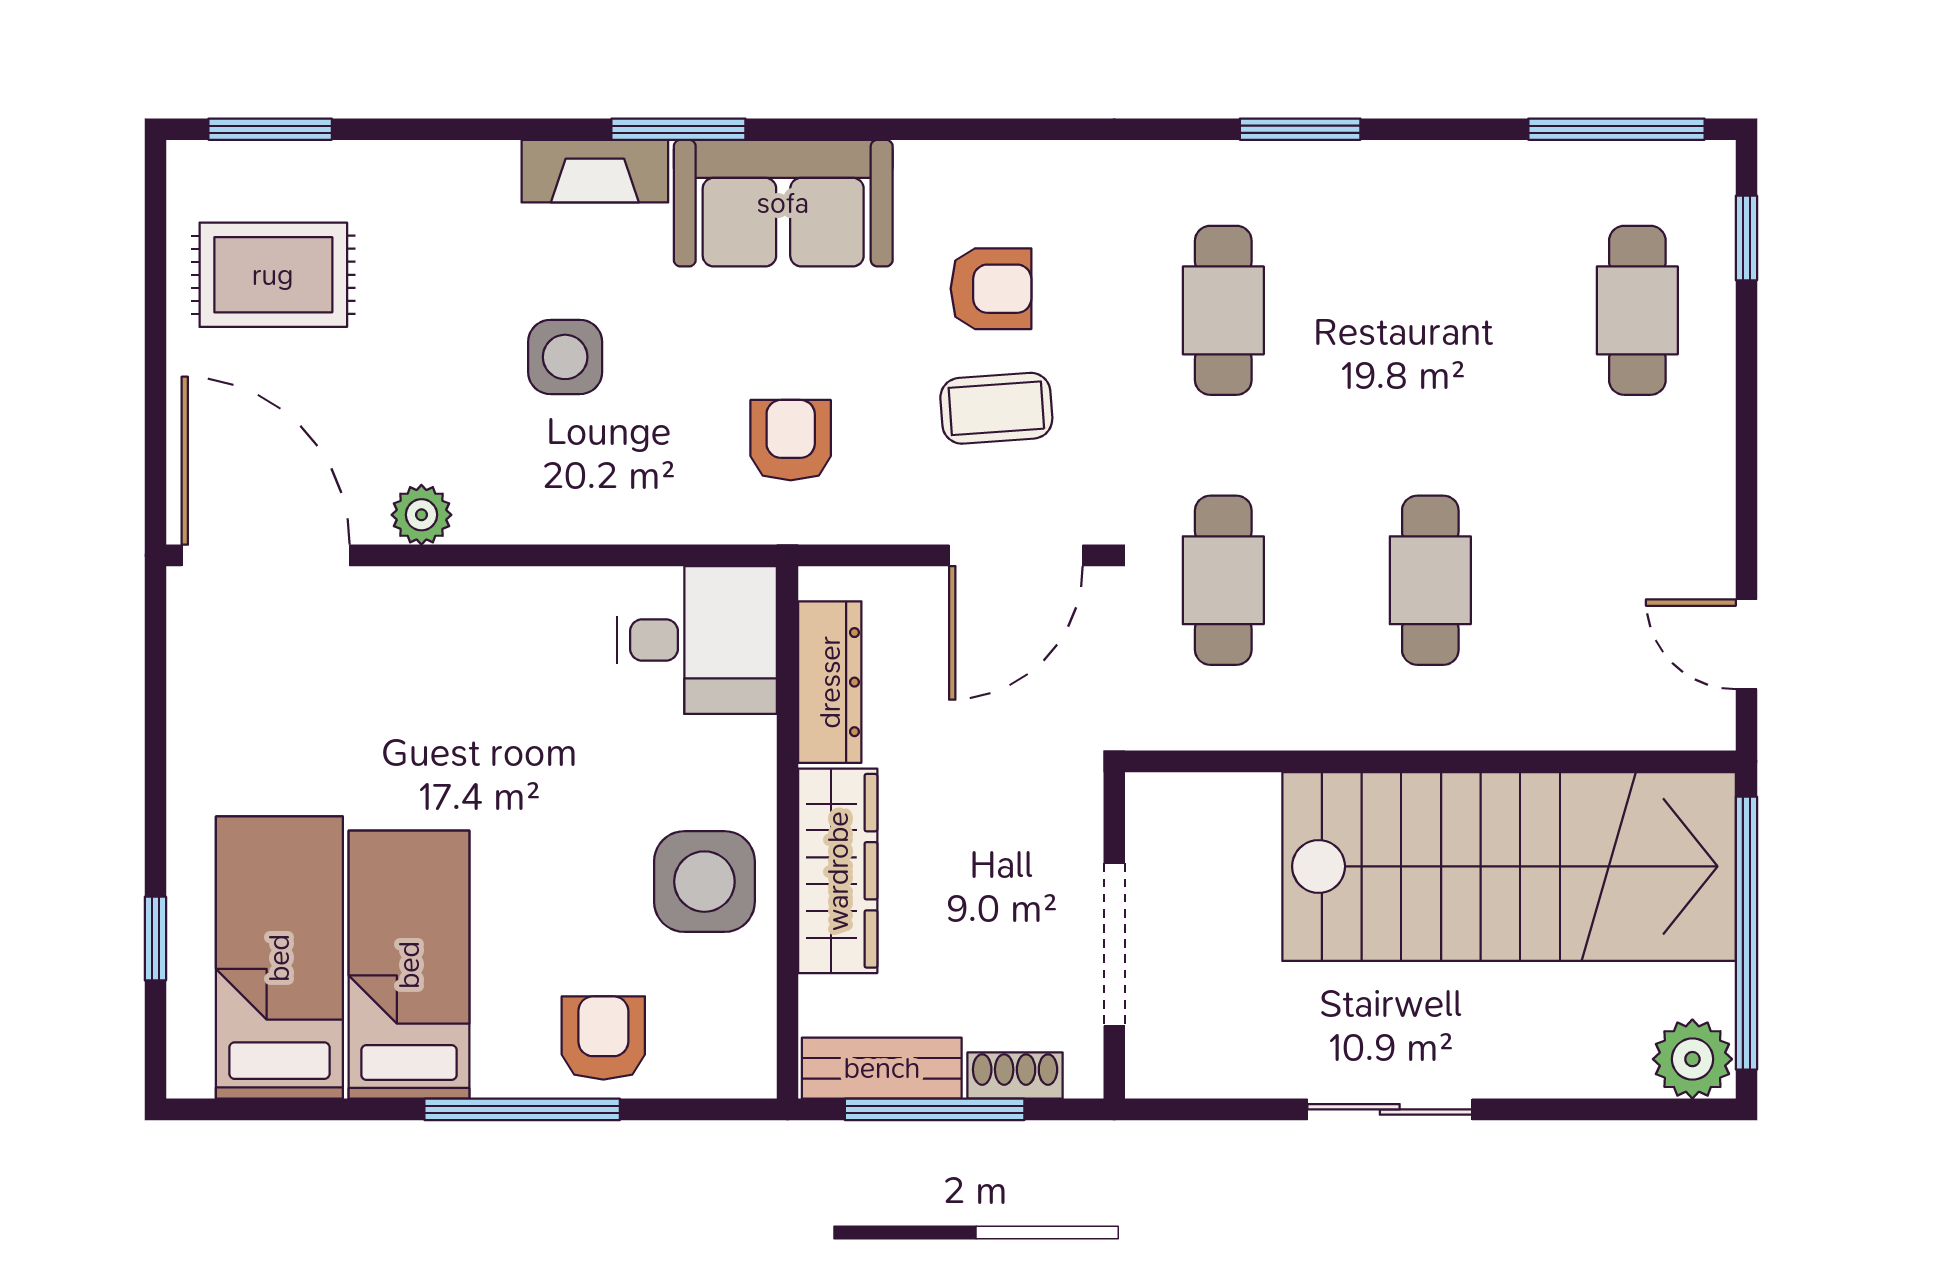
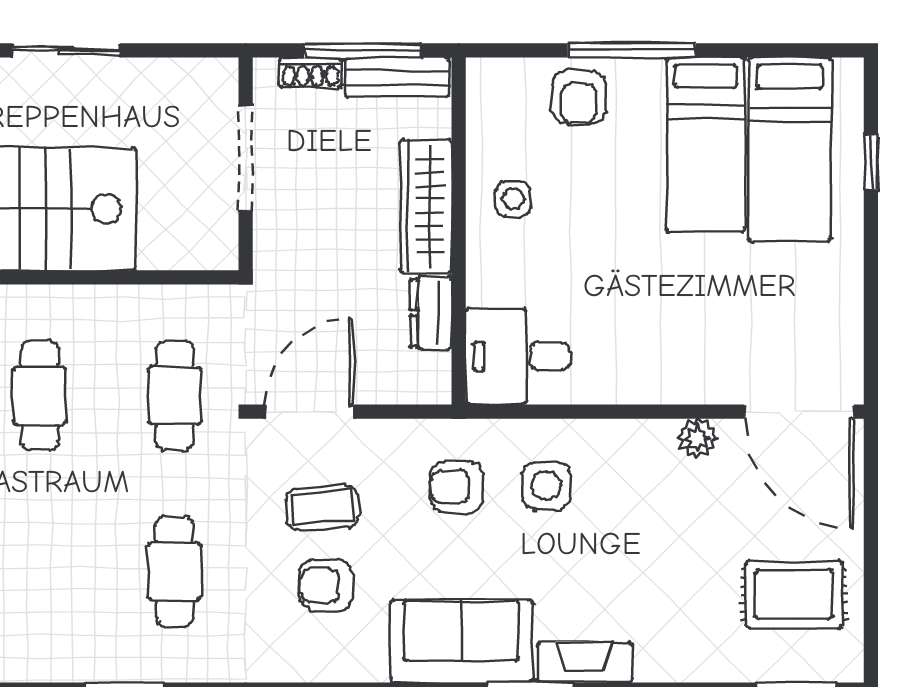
side table: (565, 357) -> (546, 486), moved
armchair: (791, 440) -> (457, 487), turned 90
dresser: (830, 682) -> (431, 313), width x0.70
side table: (704, 882) -> (513, 199), width x0.54, depth x0.54

